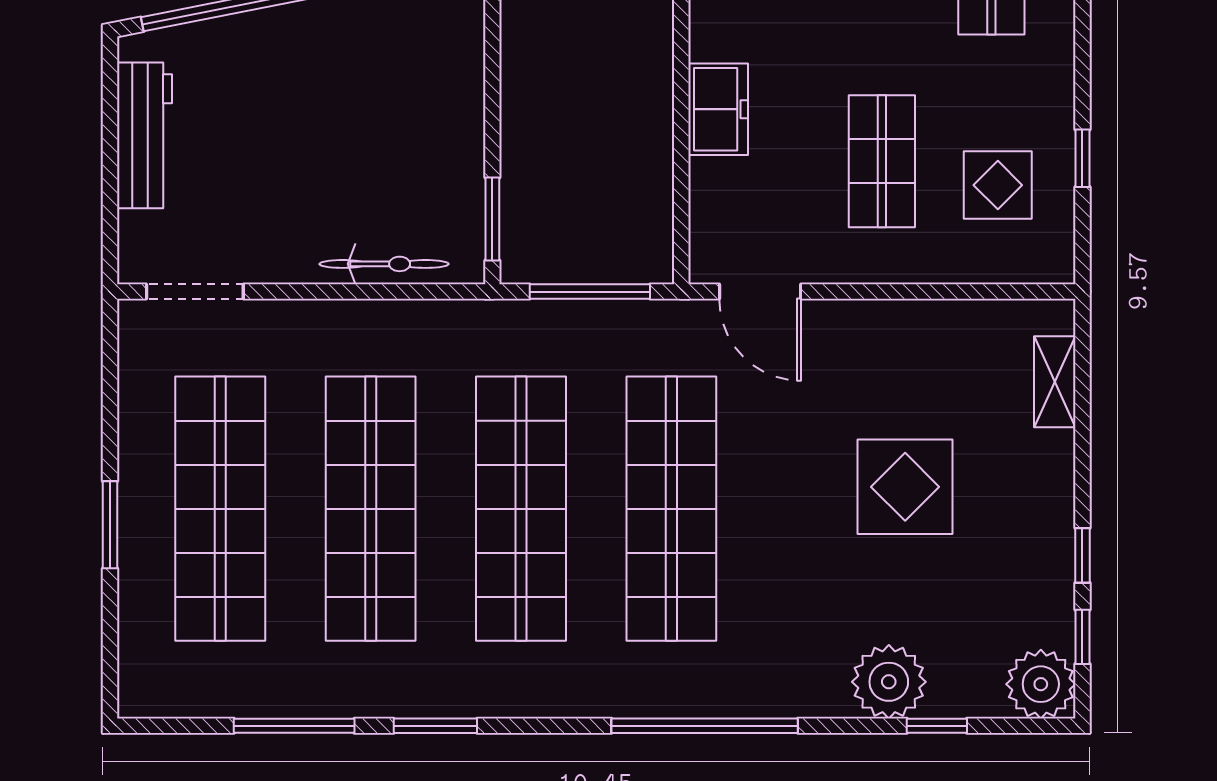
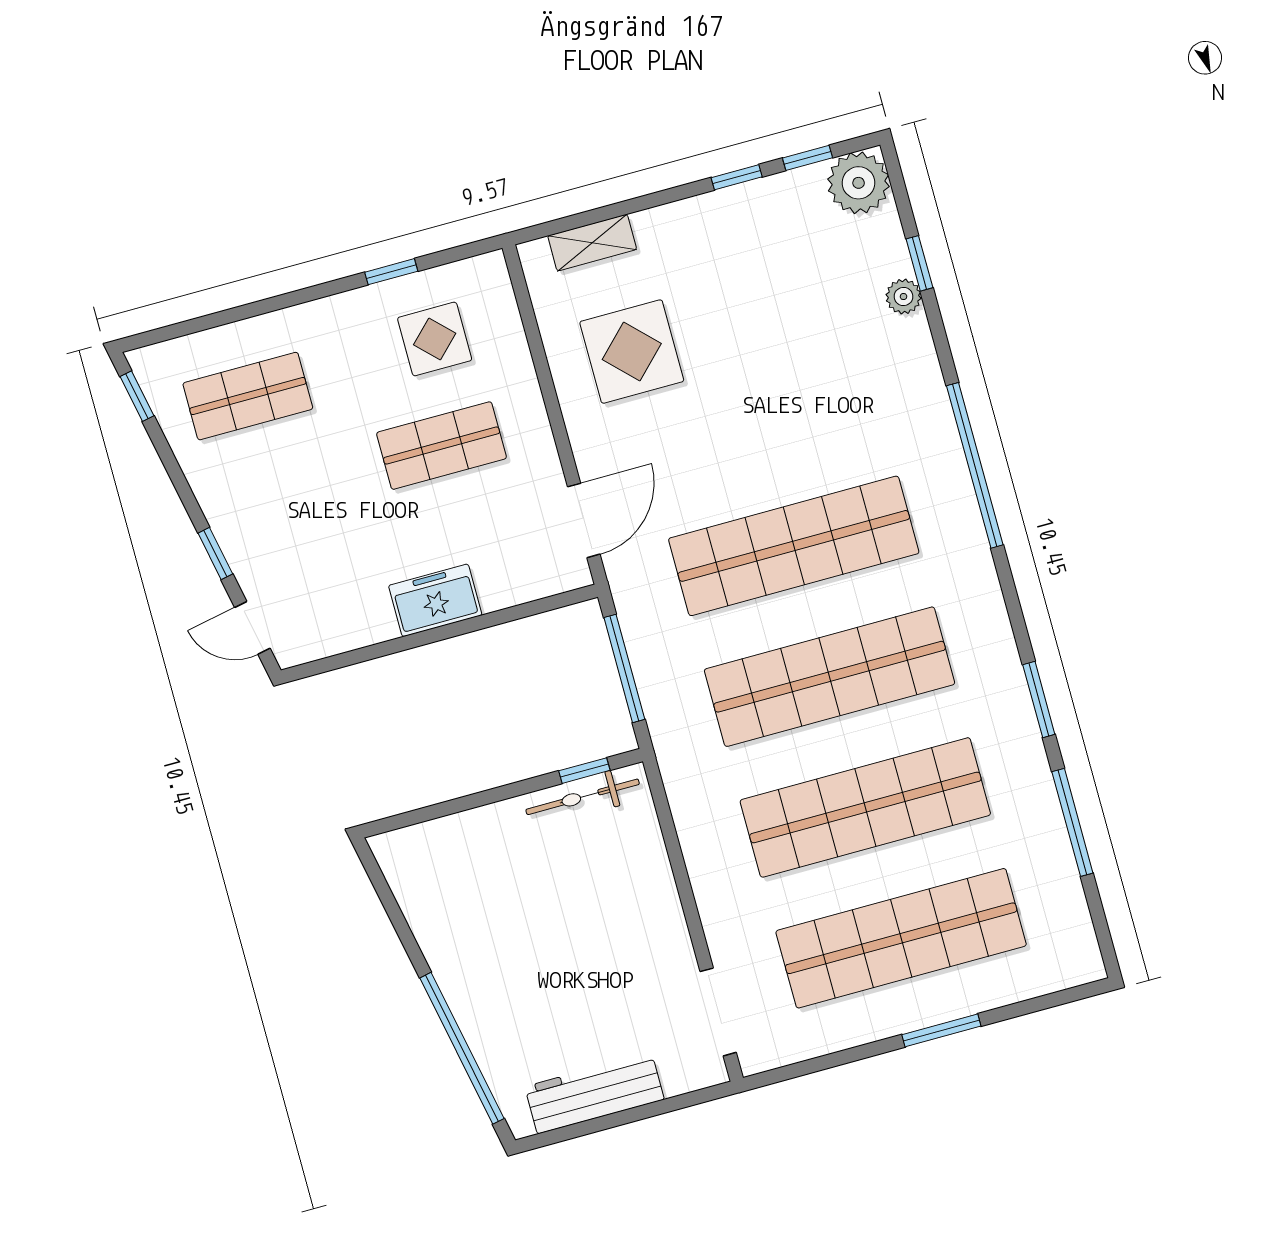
window: (492, 219) -> (584, 771), width x0.67
bicycle: (384, 264) -> (583, 797), moved, turned -90
display table: (905, 487) -> (632, 352), moved
plant: (889, 682) -> (904, 297), width x0.53, depth x0.53

